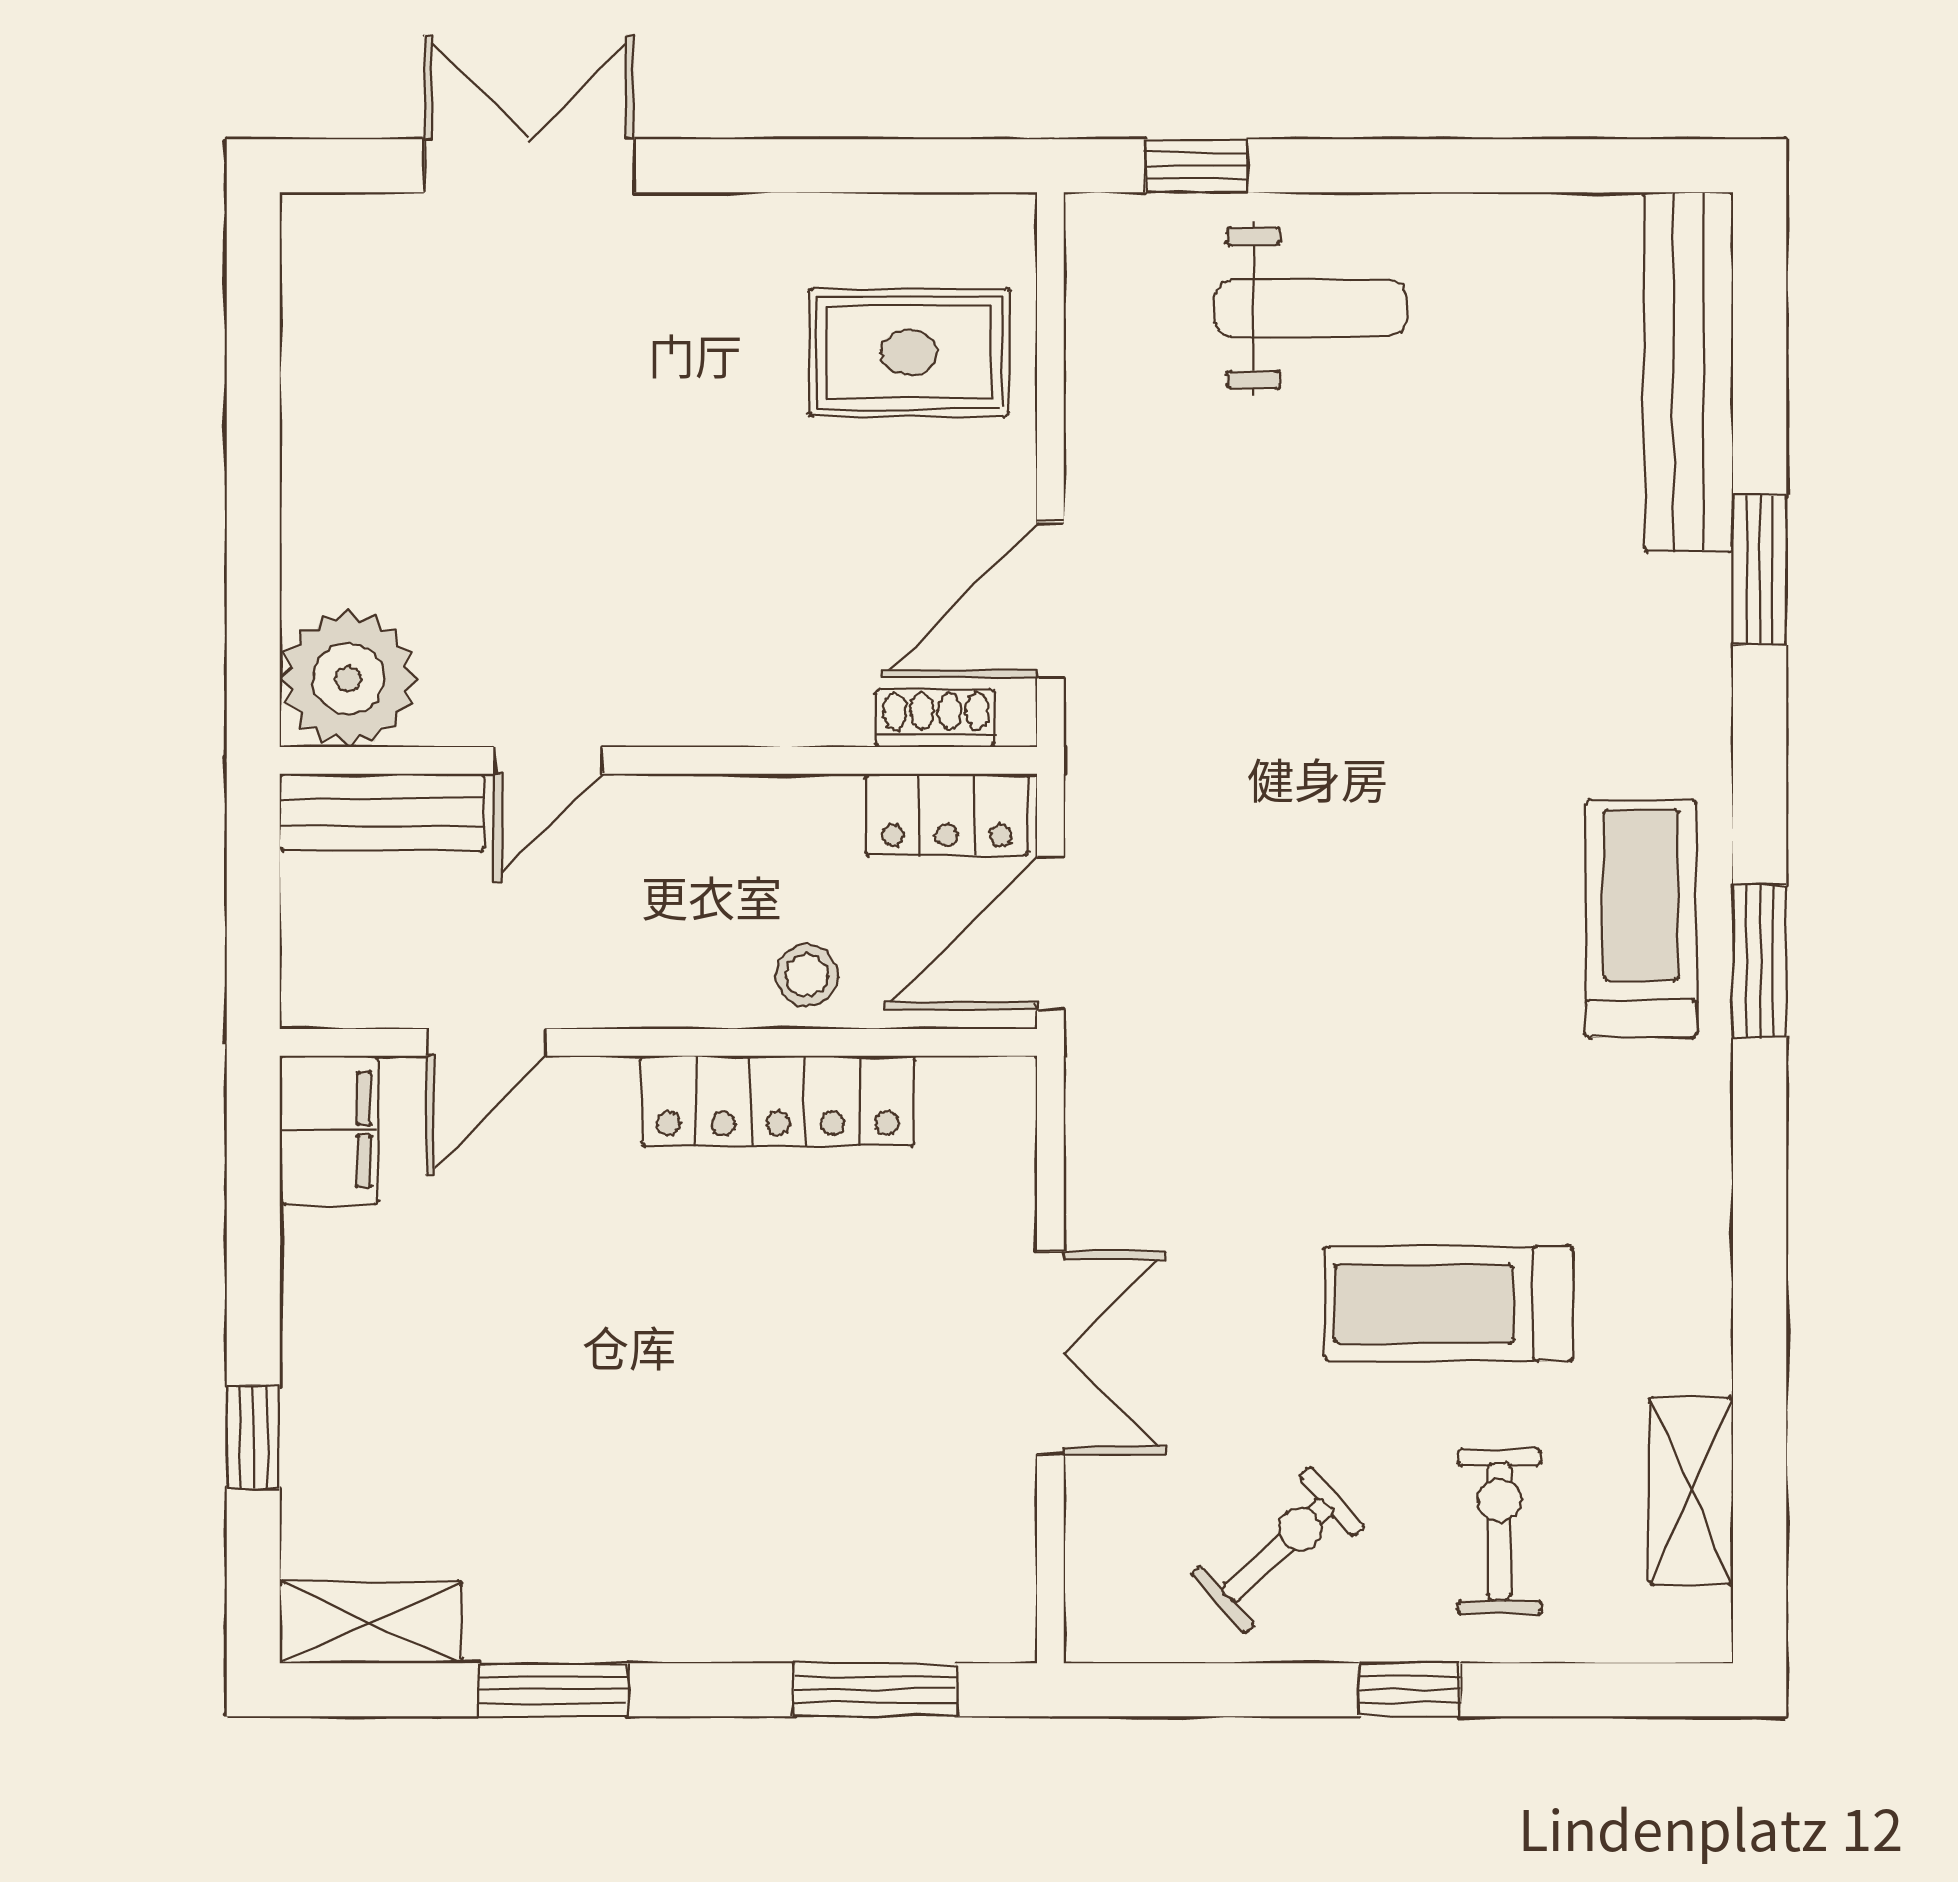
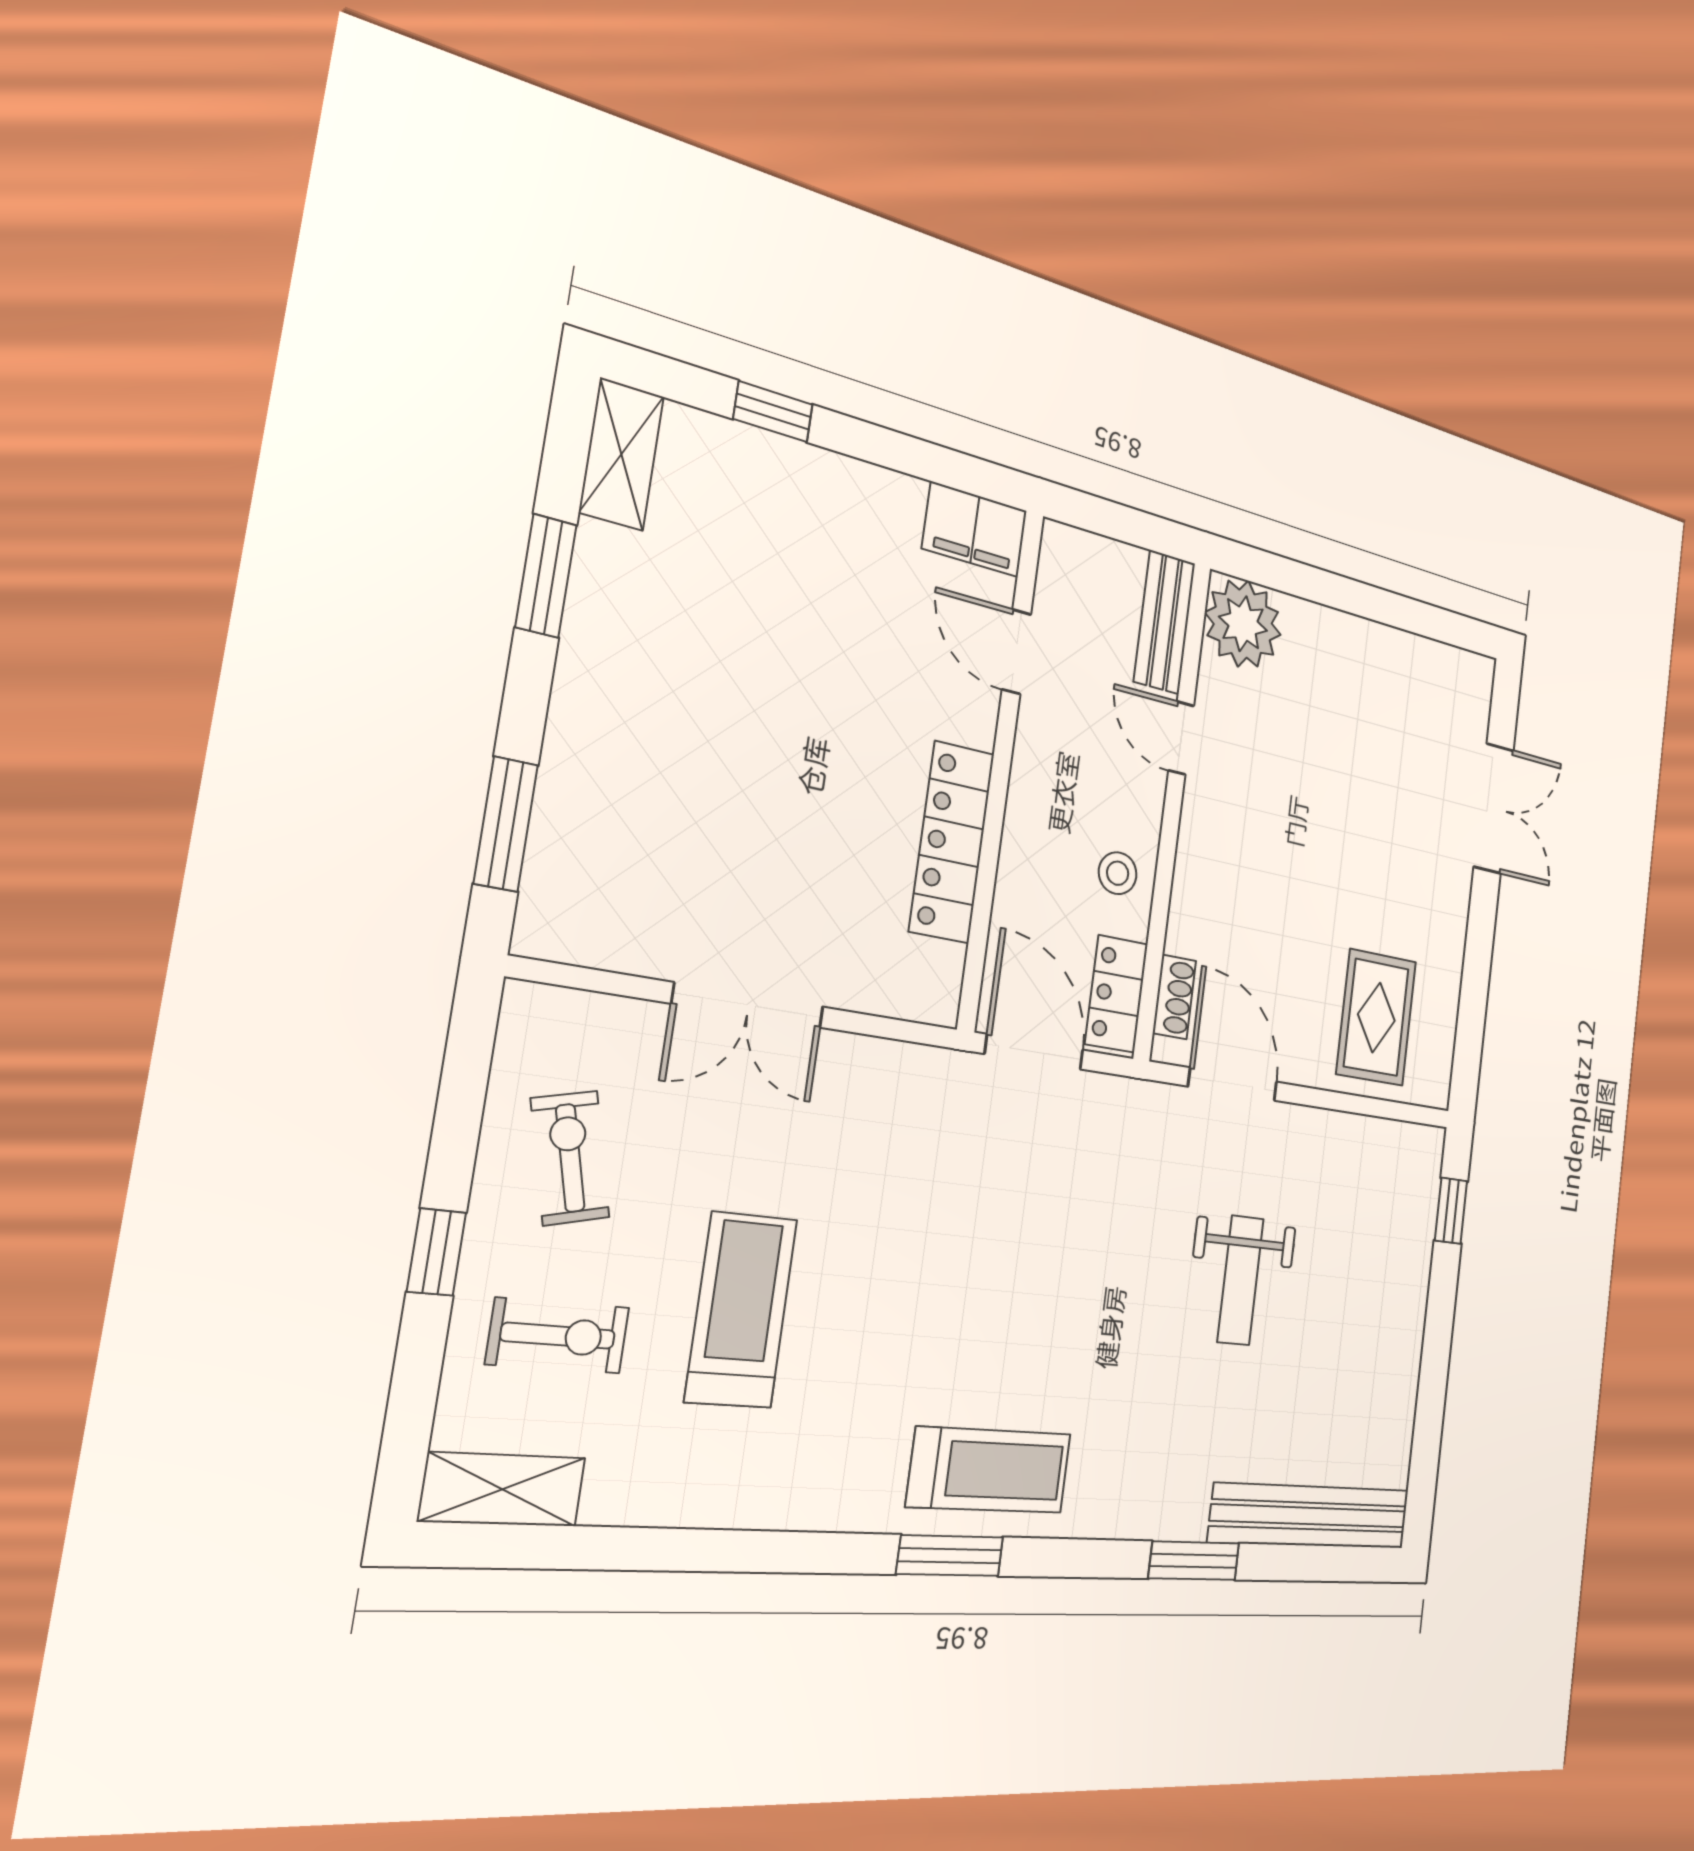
weight bench: (1311, 308) -> (1240, 1280), moved
stool: (807, 975) -> (1118, 873), moved
shelving: (1691, 1491) -> (502, 1489), moved
exercise bike: (1278, 1550) -> (570, 1158), turned -152

